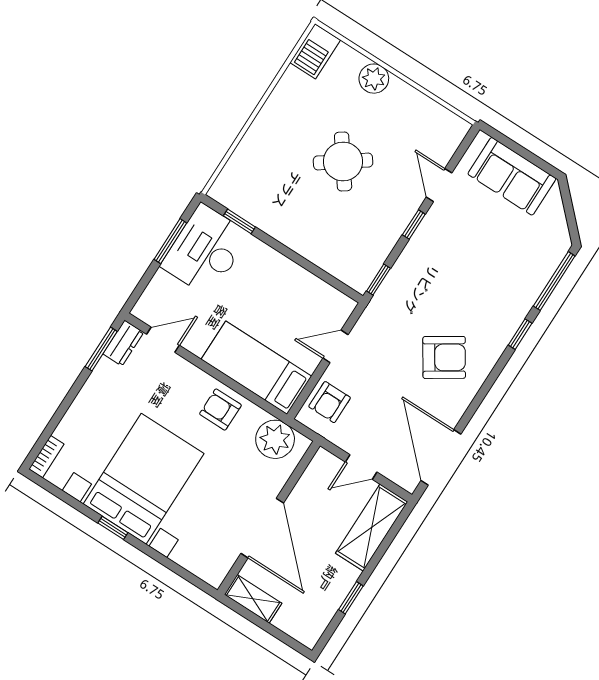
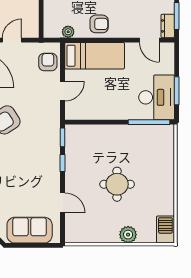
round table: (343, 161) -> (117, 184), turned 36
window: (239, 221) -> (149, 122), width x2.17
window: (414, 224) -> (63, 163), moved
door: (163, 340) -> (149, 40), hinge flipped
plant: (275, 439) -> (68, 32), width x0.53, depth x0.53

